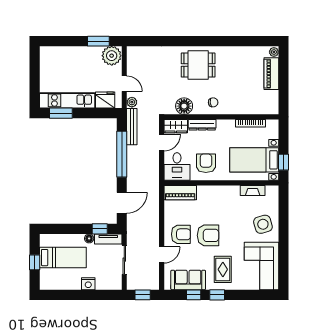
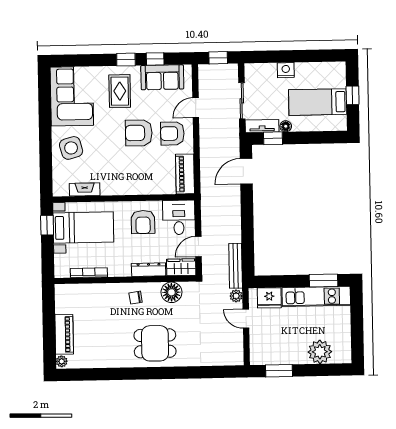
plant: (112, 56) -> (320, 352), moved
window: (122, 154) -> (247, 231), removed
piano: (180, 193) -> (185, 174), moved, turned -90

